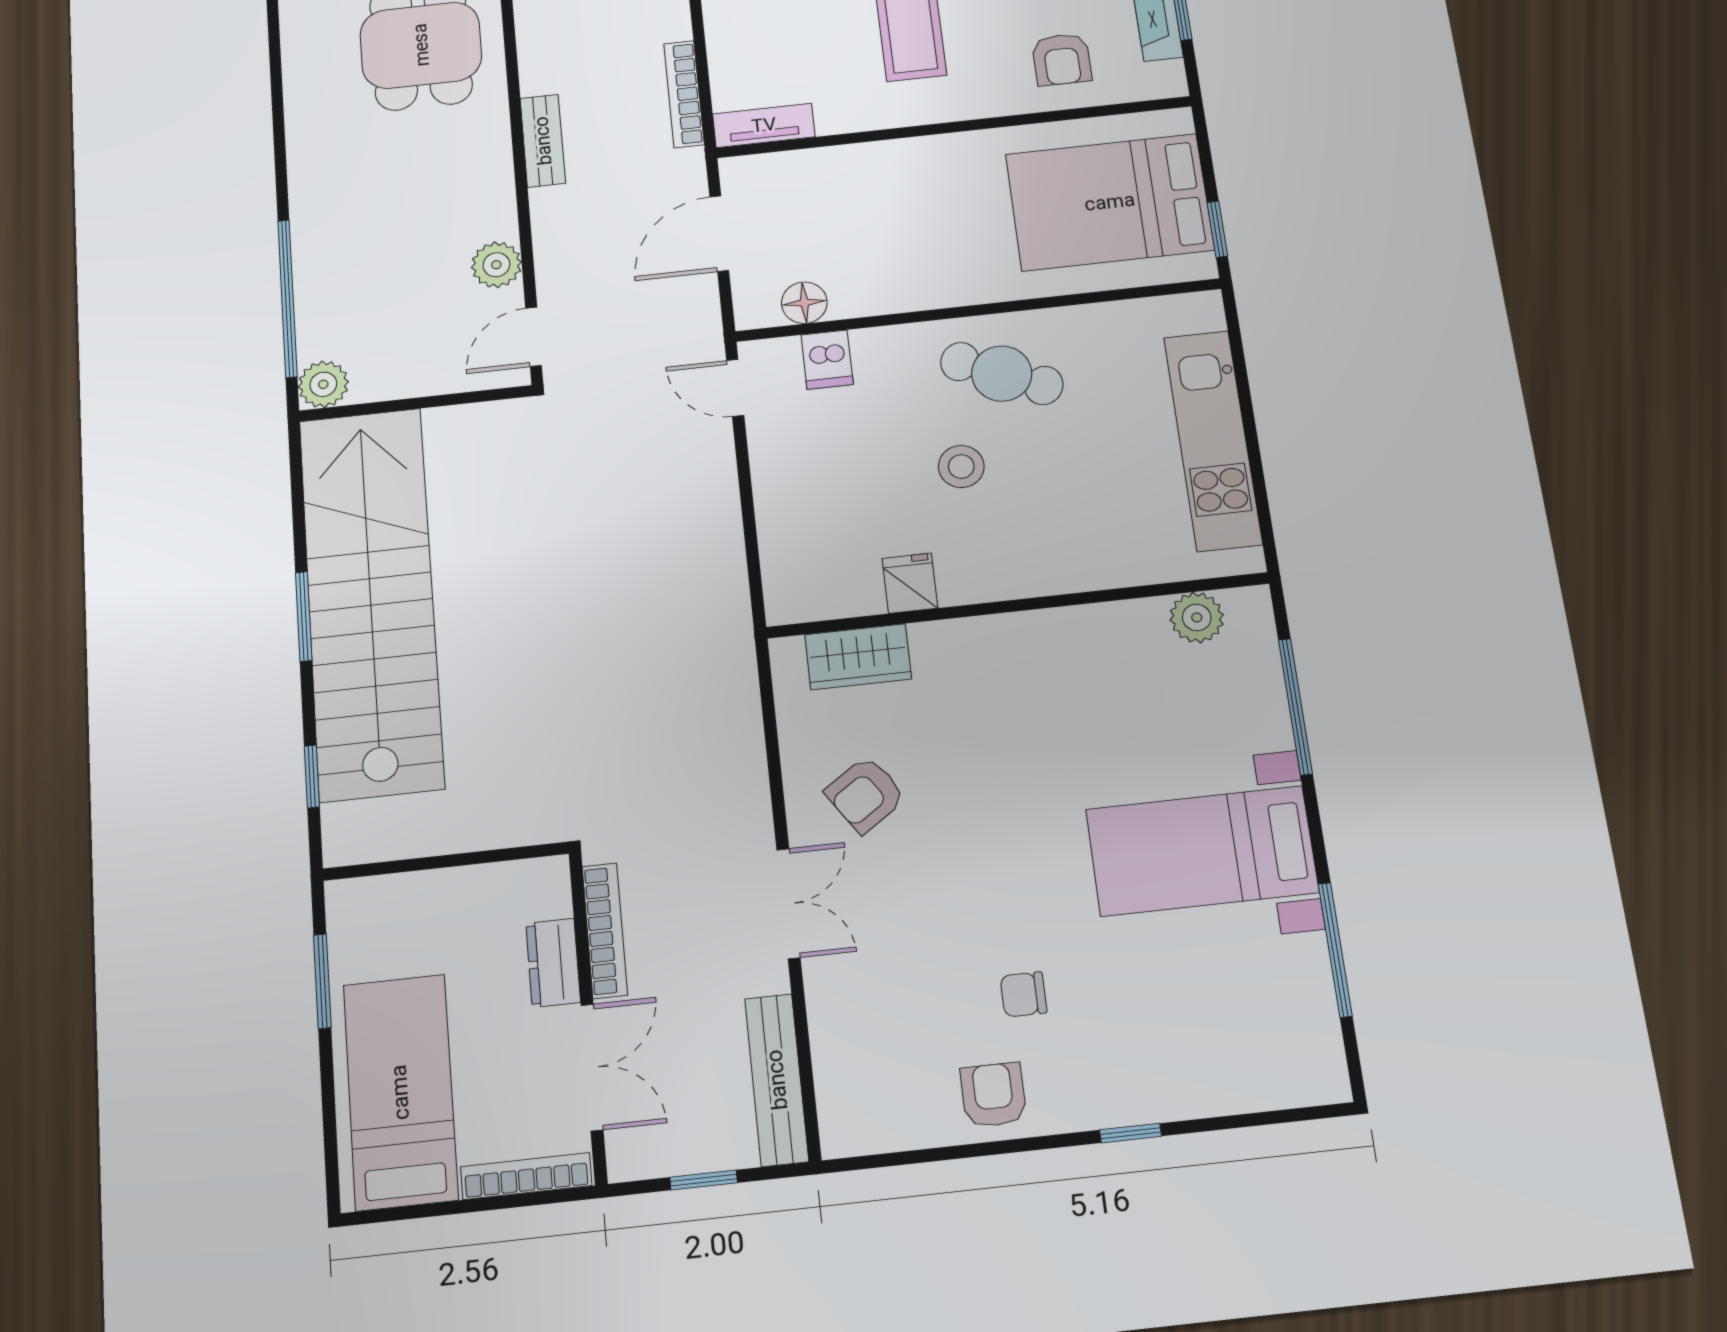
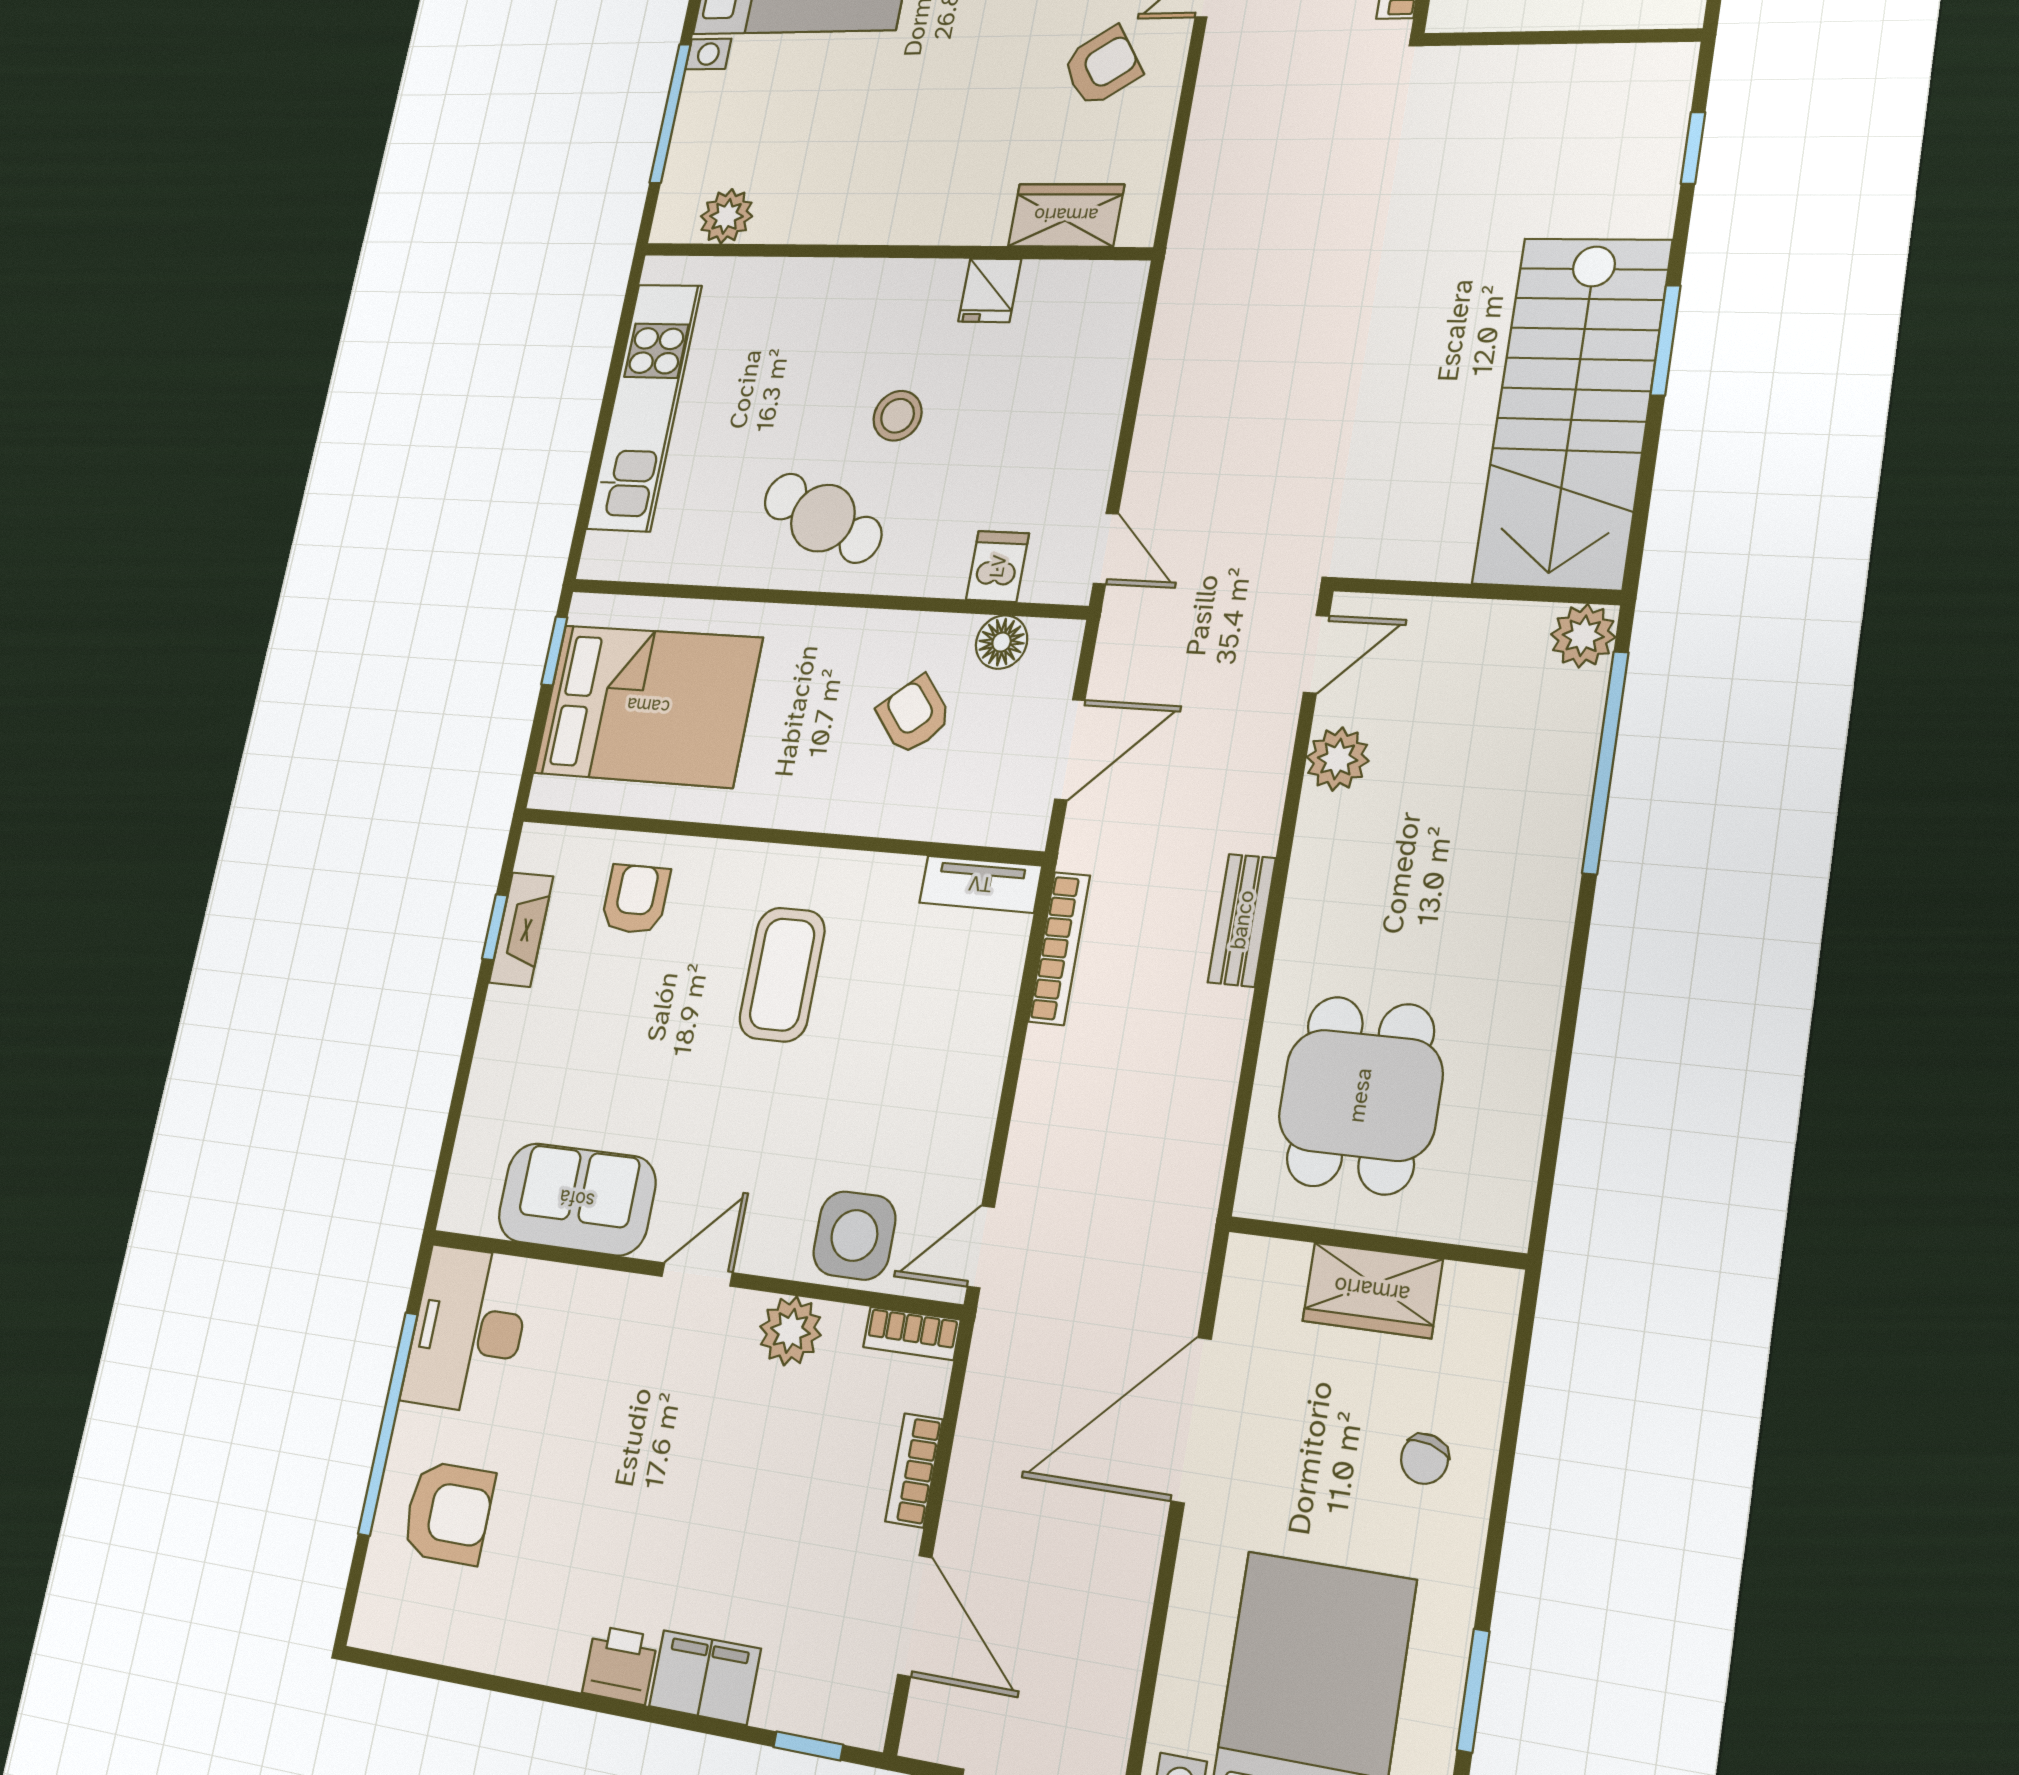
armchair: (863, 236) -> (914, 715), added
stairs: (371, 601) -> (1573, 411), width x0.73

